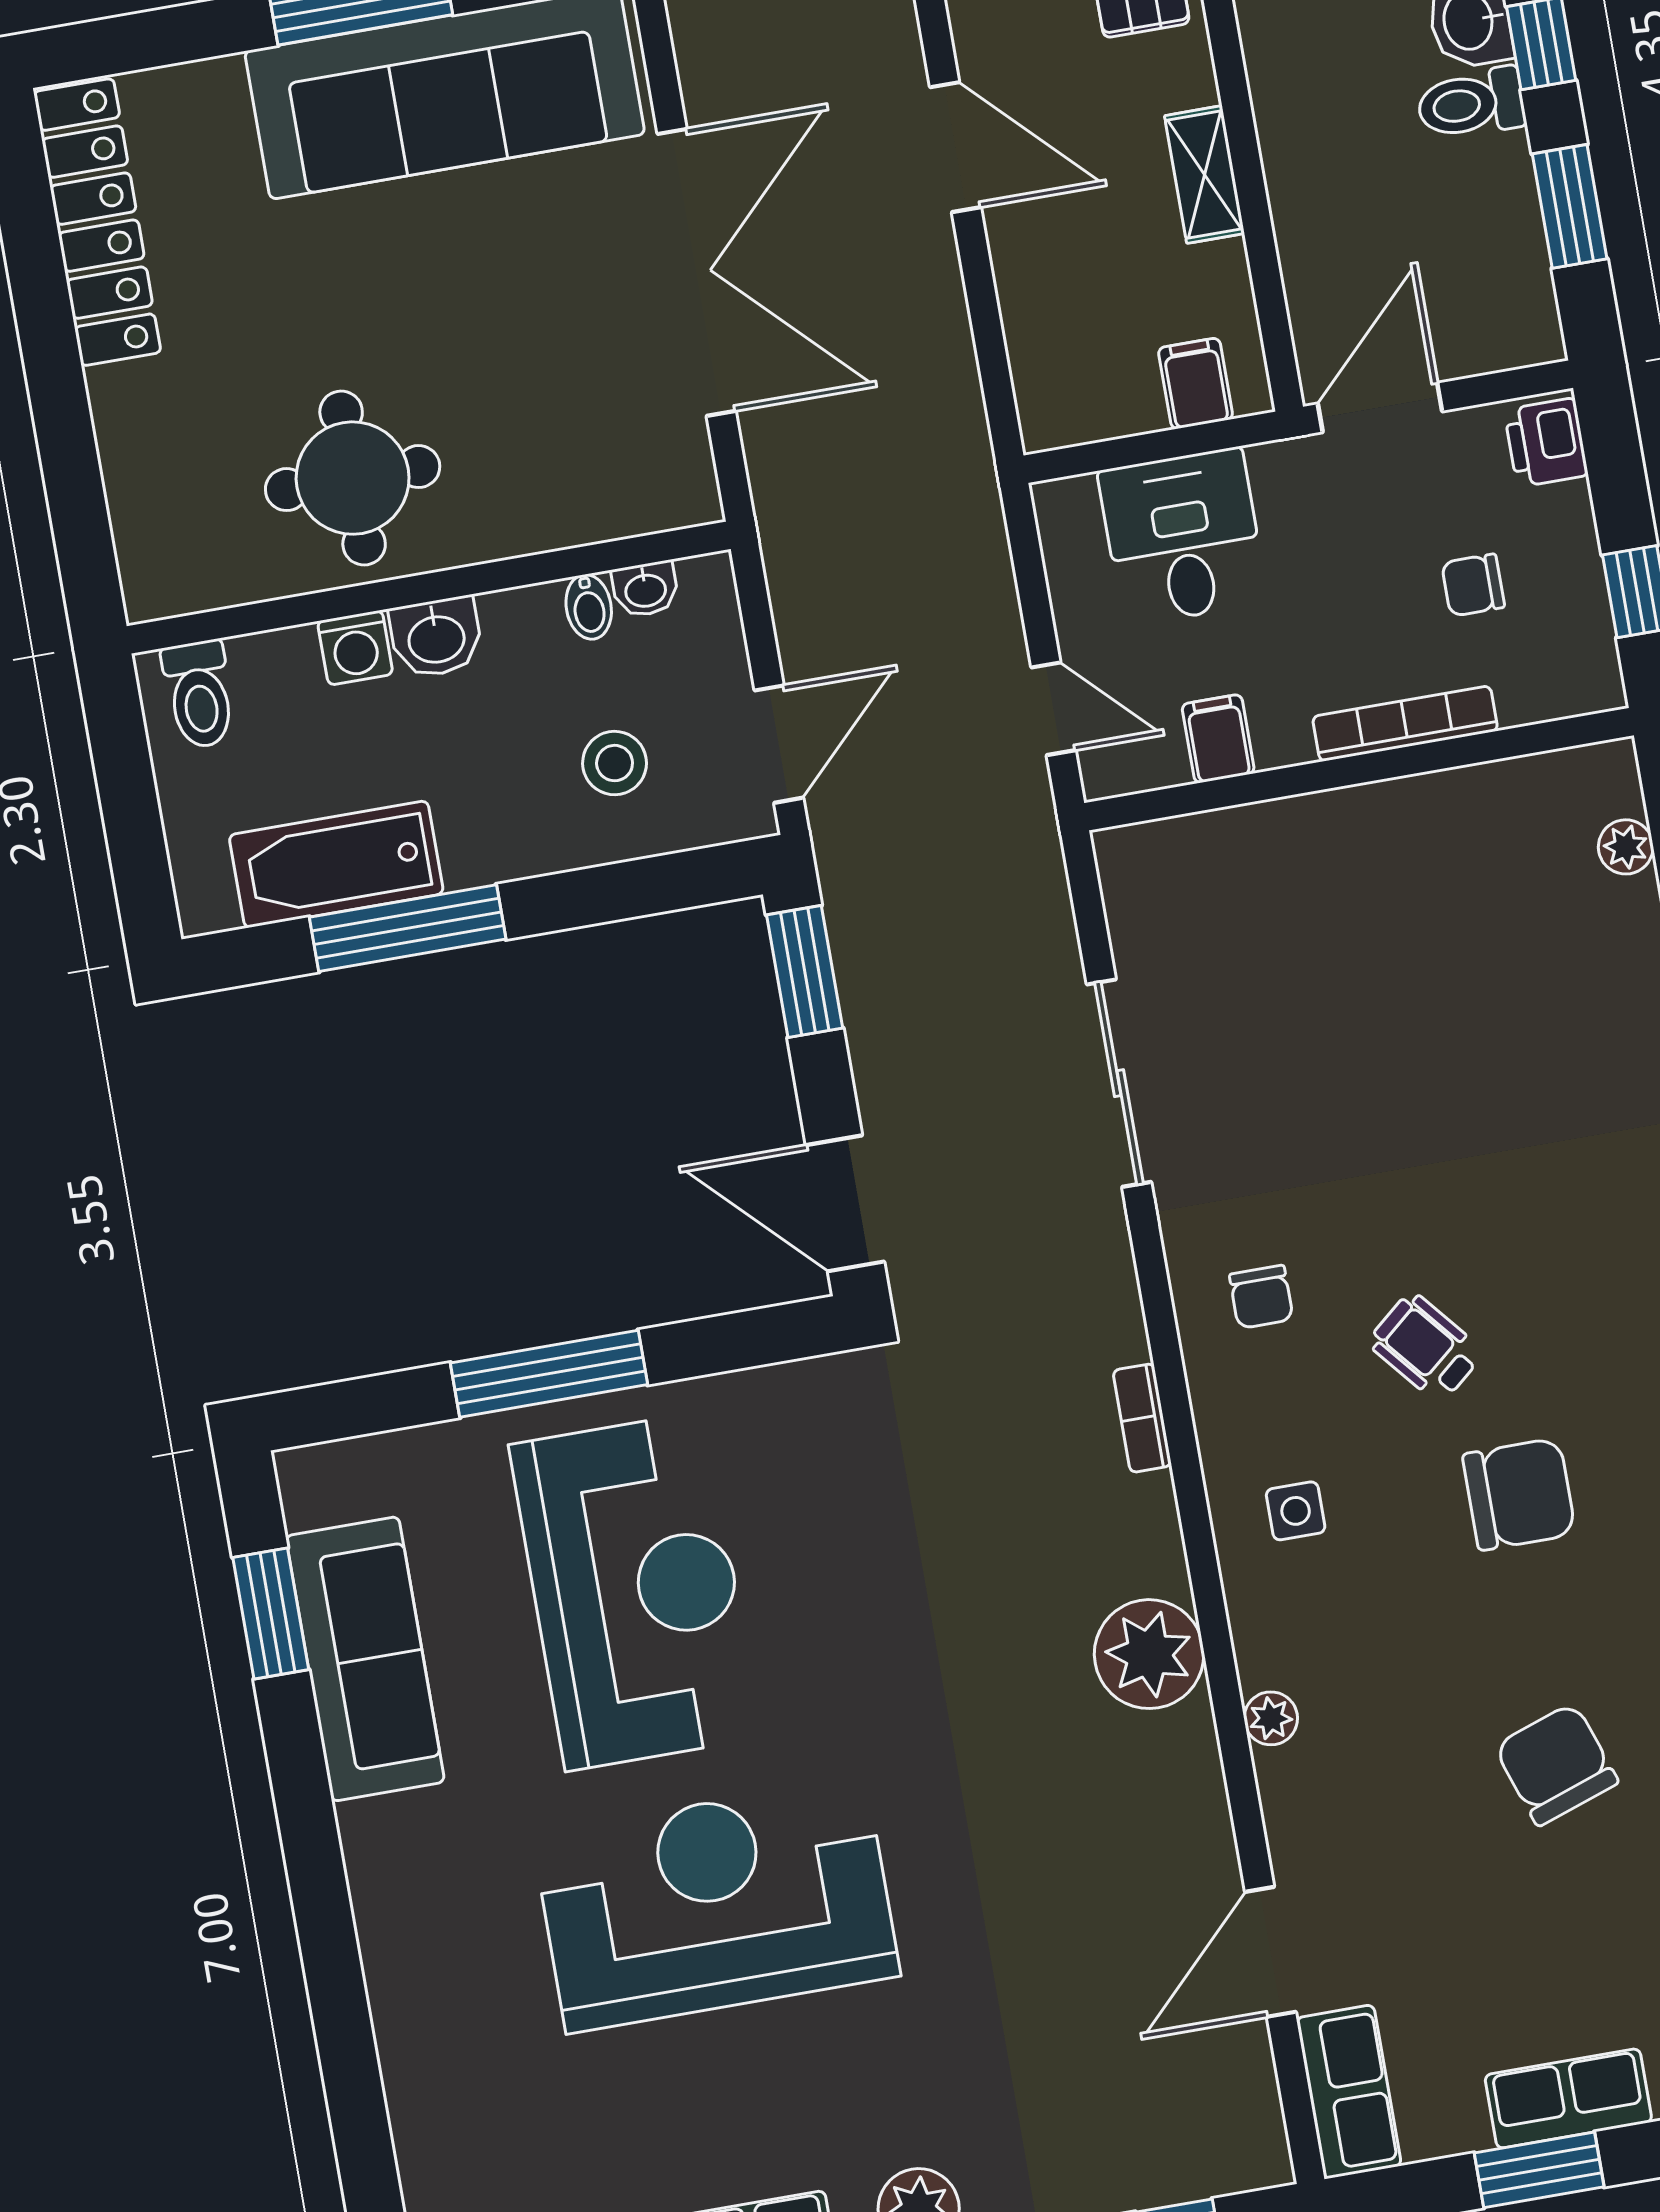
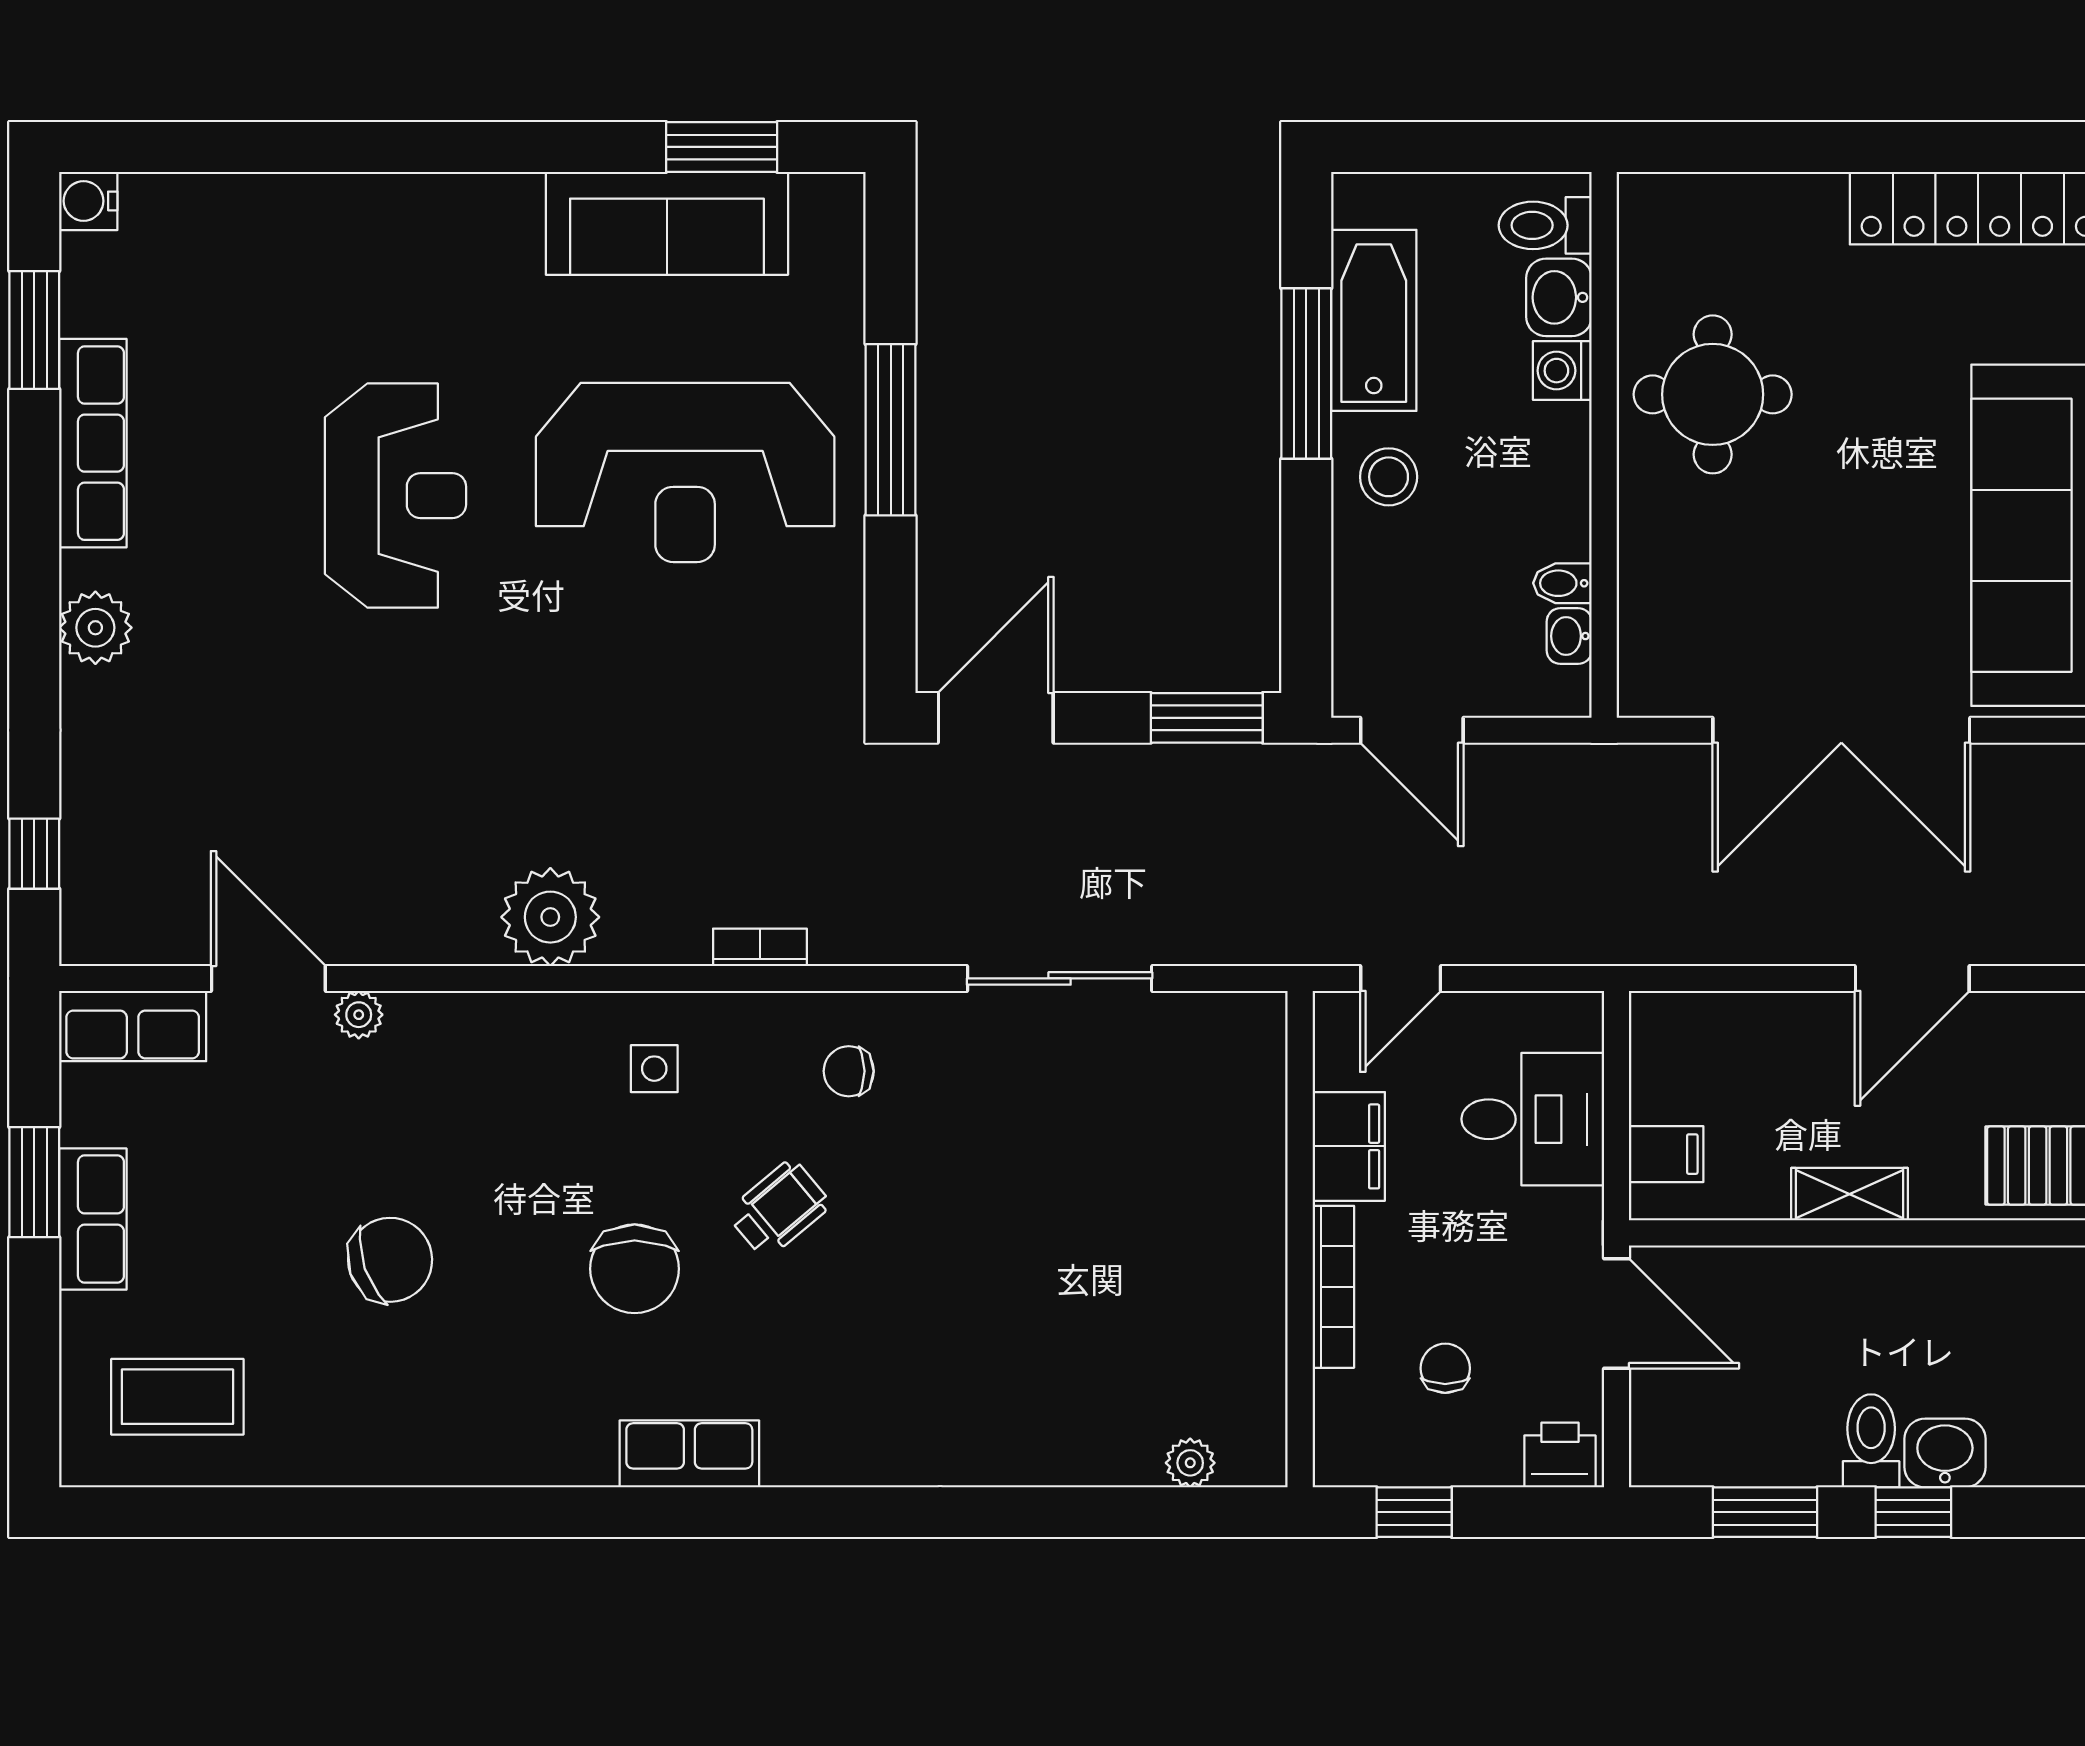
washbasin: (436, 637) -> (1559, 297), moved
filing cabinet: (1218, 739) -> (1349, 1146), width x2.00
stool: (615, 763) -> (1389, 477), moved
plant: (1271, 1718) -> (359, 1015), moved
reception desk: (716, 1905) -> (396, 496), width x0.74, depth x0.77

